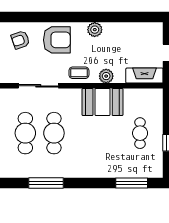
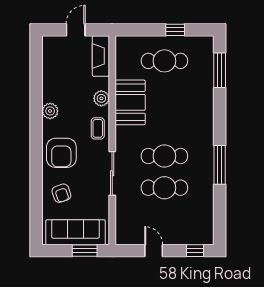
armchair: (57, 40) -> (61, 153), turned 180
cafe table: (140, 133) -> (164, 61), width x1.37, depth x1.35

